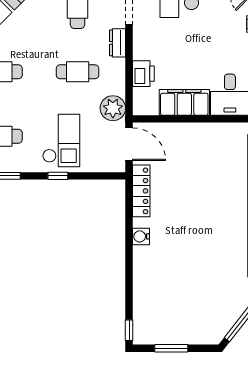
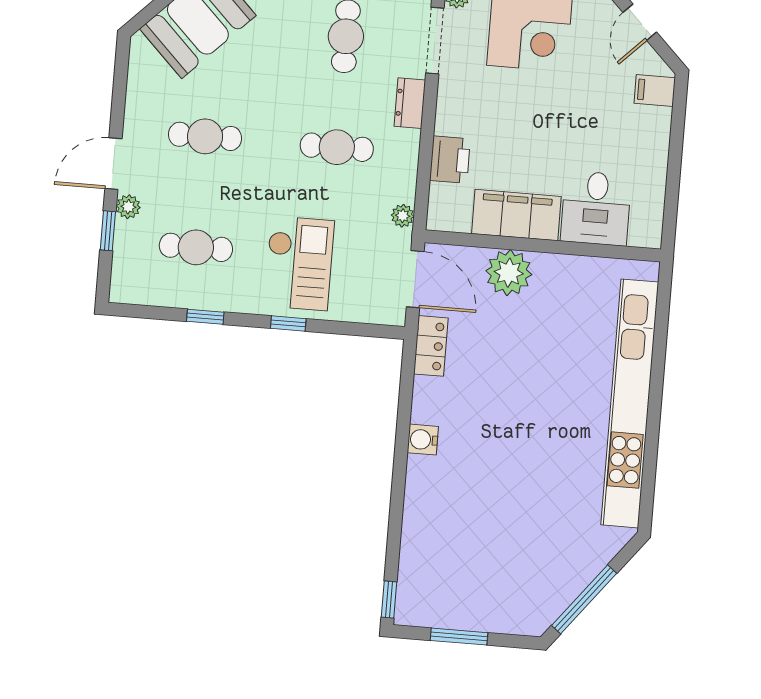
plant: (113, 108) -> (403, 216), width x0.53, depth x0.53
plant: (183, 136) -> (509, 273), added
locker: (141, 191) -> (431, 346), width x0.66

